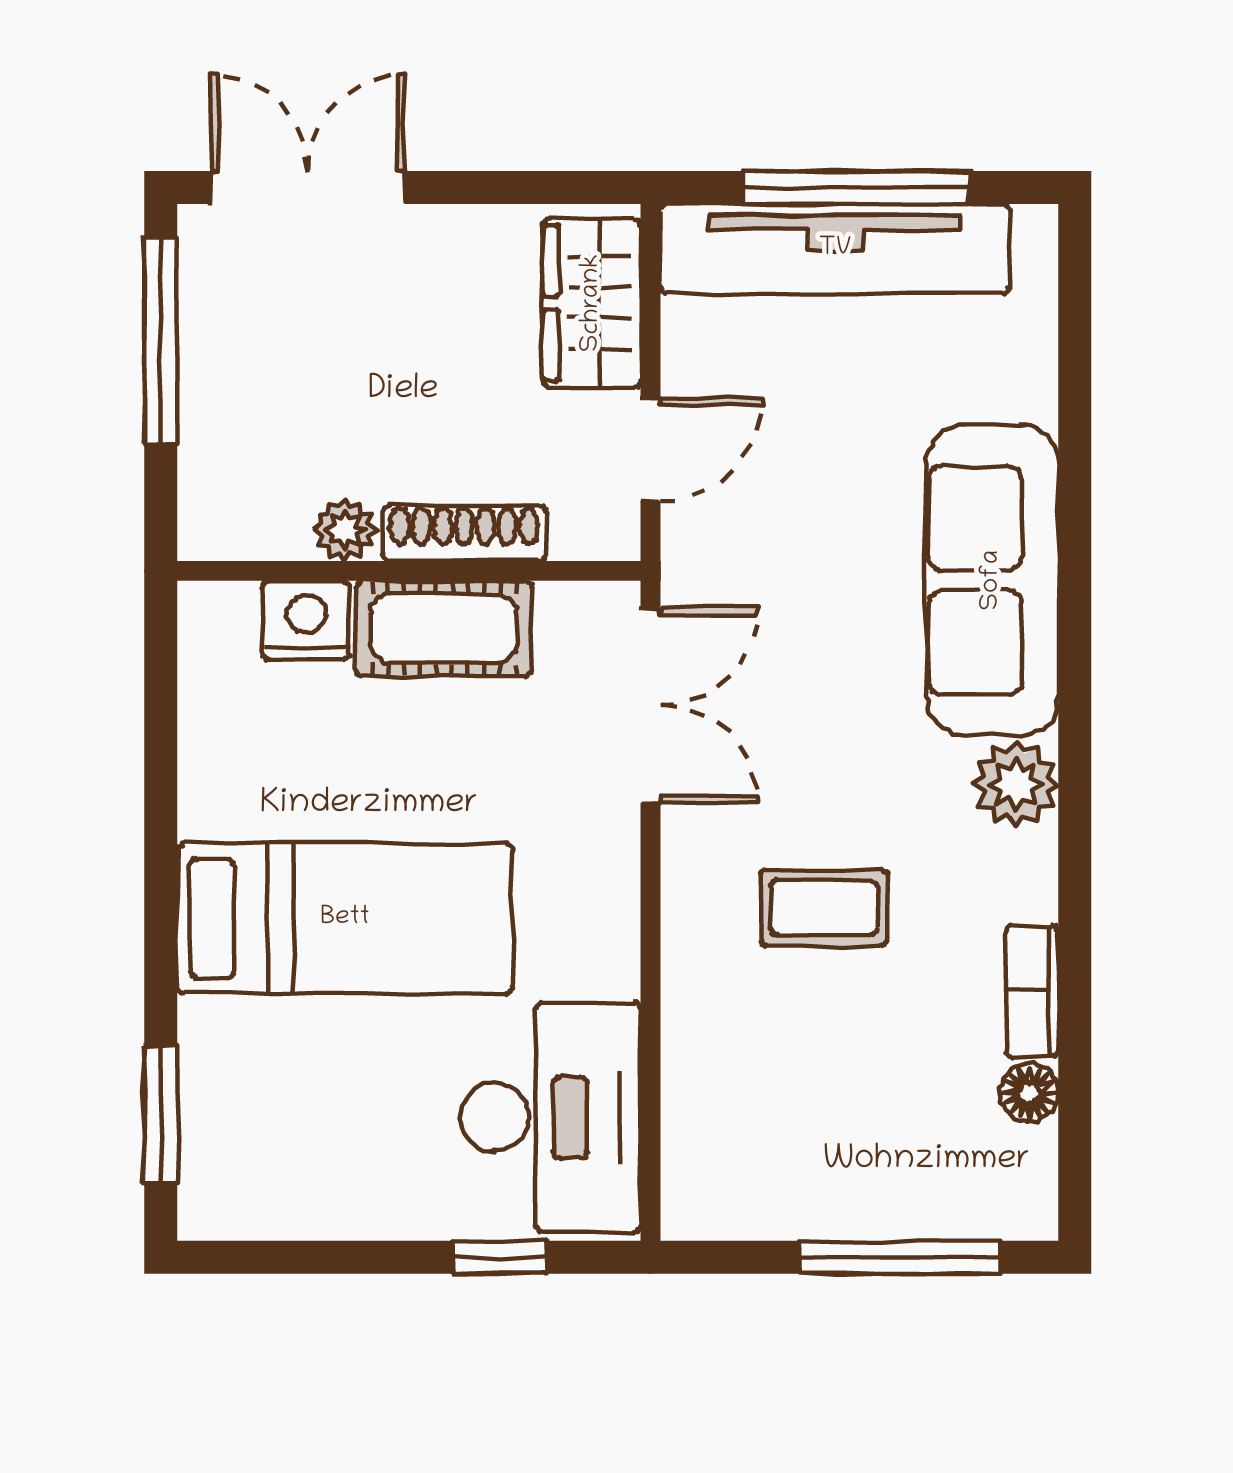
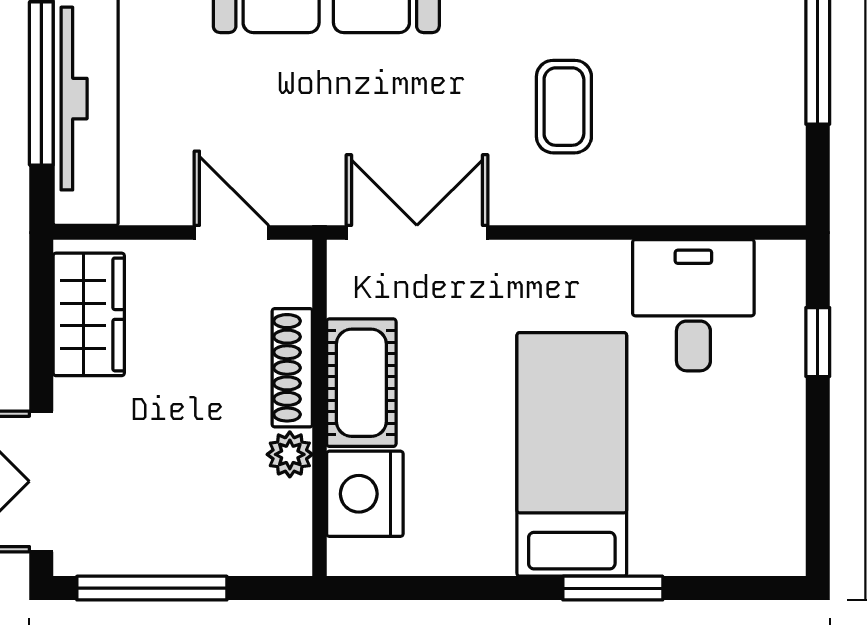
wardrobe: (592, 303) -> (89, 314), moved, turned -90
nightstand: (306, 620) -> (365, 494), width x1.36, depth x1.33
window: (161, 1115) -> (613, 588), moved
desk: (550, 1117) -> (693, 305), width x0.73

